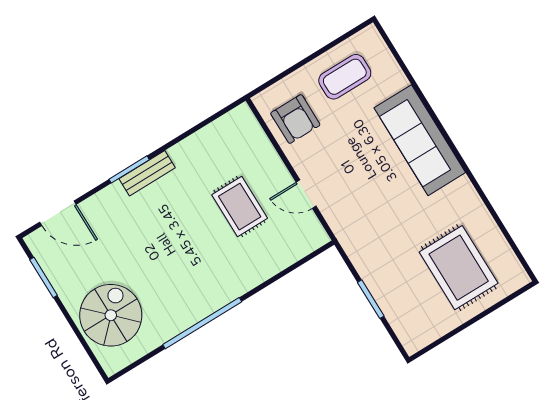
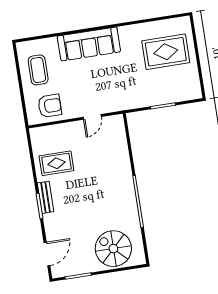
rug: (240, 207) -> (56, 163), moved

